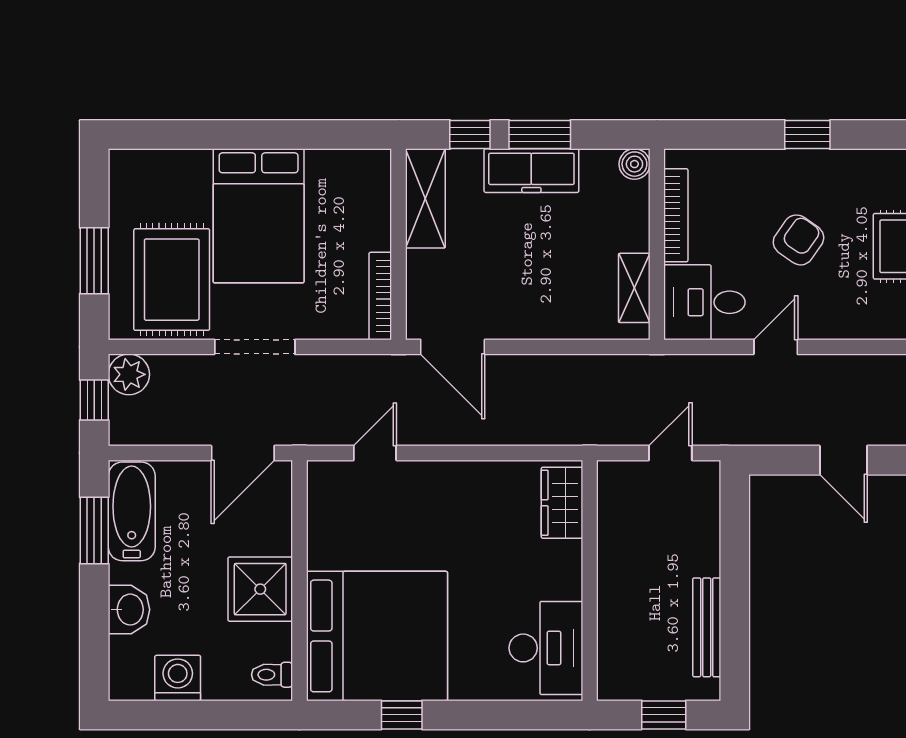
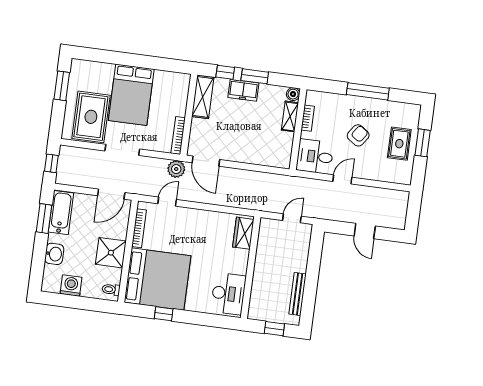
window: (807, 135) -> (368, 91), width x2.17
freezer: (531, 171) -> (243, 90), width x0.71
bookcase: (676, 215) -> (308, 118), width x0.64
window: (94, 261) -> (62, 86), moved
shelving: (634, 288) -> (290, 116), moved
plant: (129, 374) -> (176, 169), moved
bookcase: (318, 524) -> (139, 228), added

